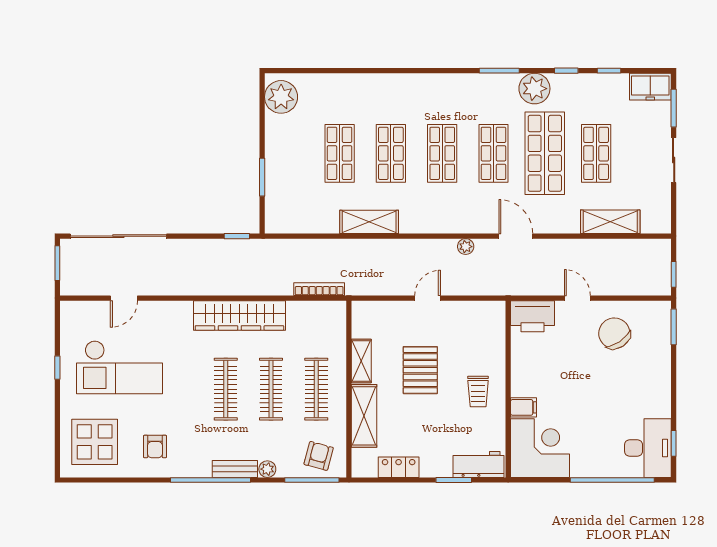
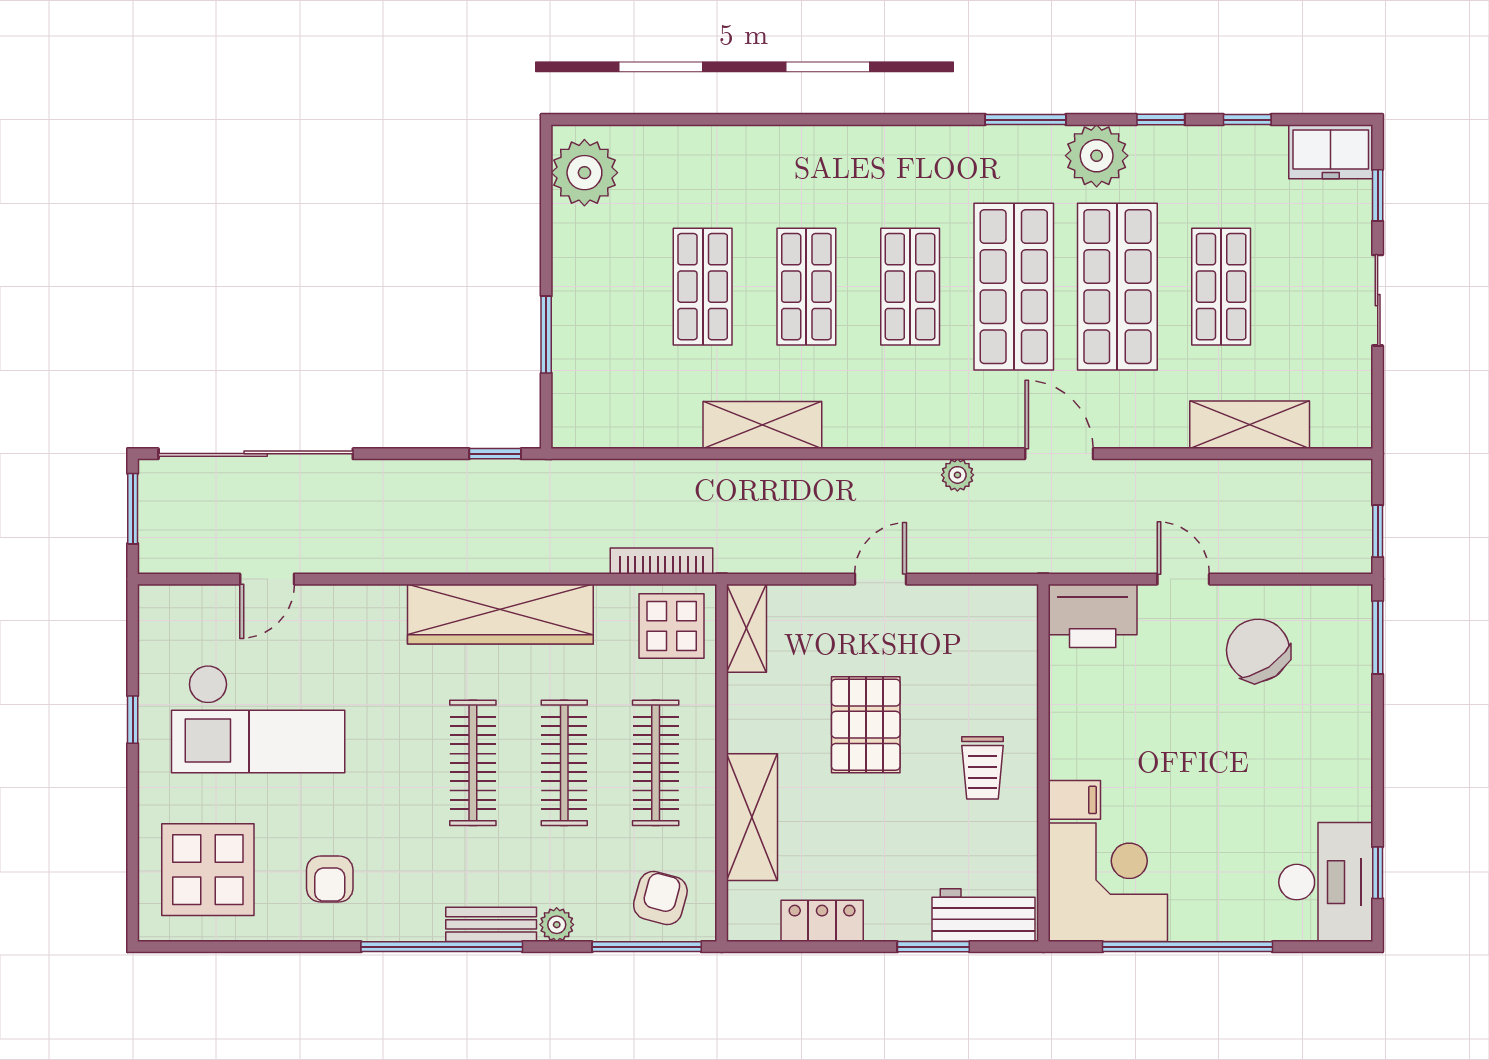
window: (674, 108) -> (1378, 195), width x0.67
shop shelf: (493, 153) -> (1014, 287), width x1.43, depth x1.36
display table: (324, 321) -> (672, 626), added
shelving: (361, 361) -> (747, 628), moved
window: (612, 480) -> (1188, 947), moved

